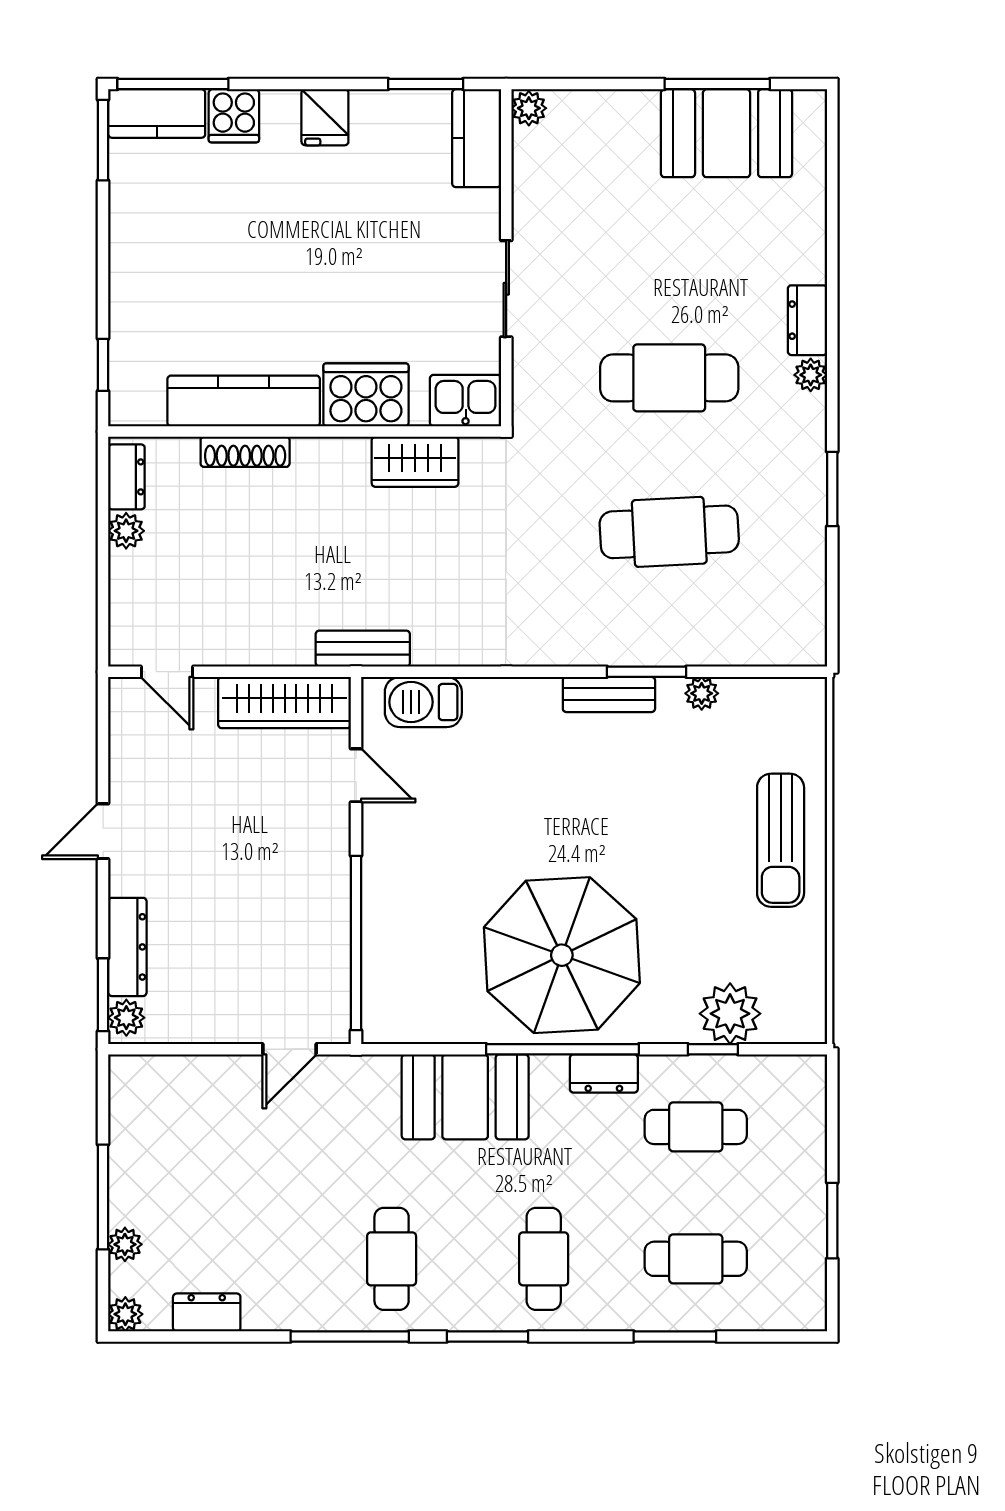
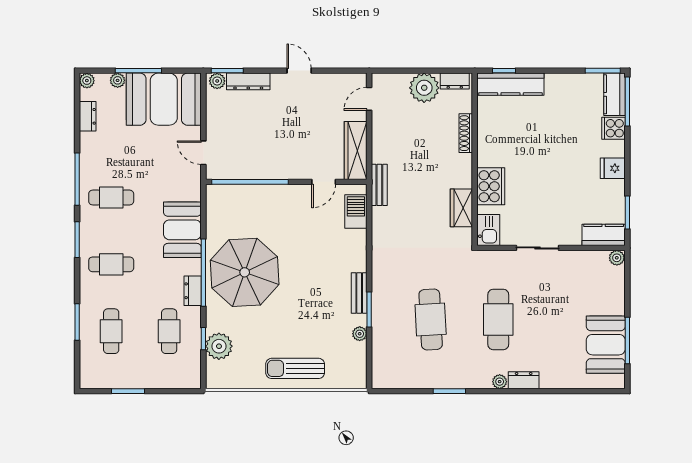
kitchen counter: (244, 401) -> (510, 84), moved, turned 90
plant: (126, 531) -> (424, 88), width x1.87, depth x1.87
booth: (168, 1139) -> (164, 99), added

